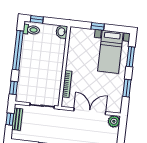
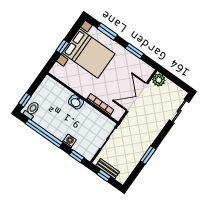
washbasin: (62, 32) -> (76, 102), moved
bed with nightstands: (110, 52) -> (89, 53), width x1.36
washing machine: (23, 75) -> (69, 141), added

